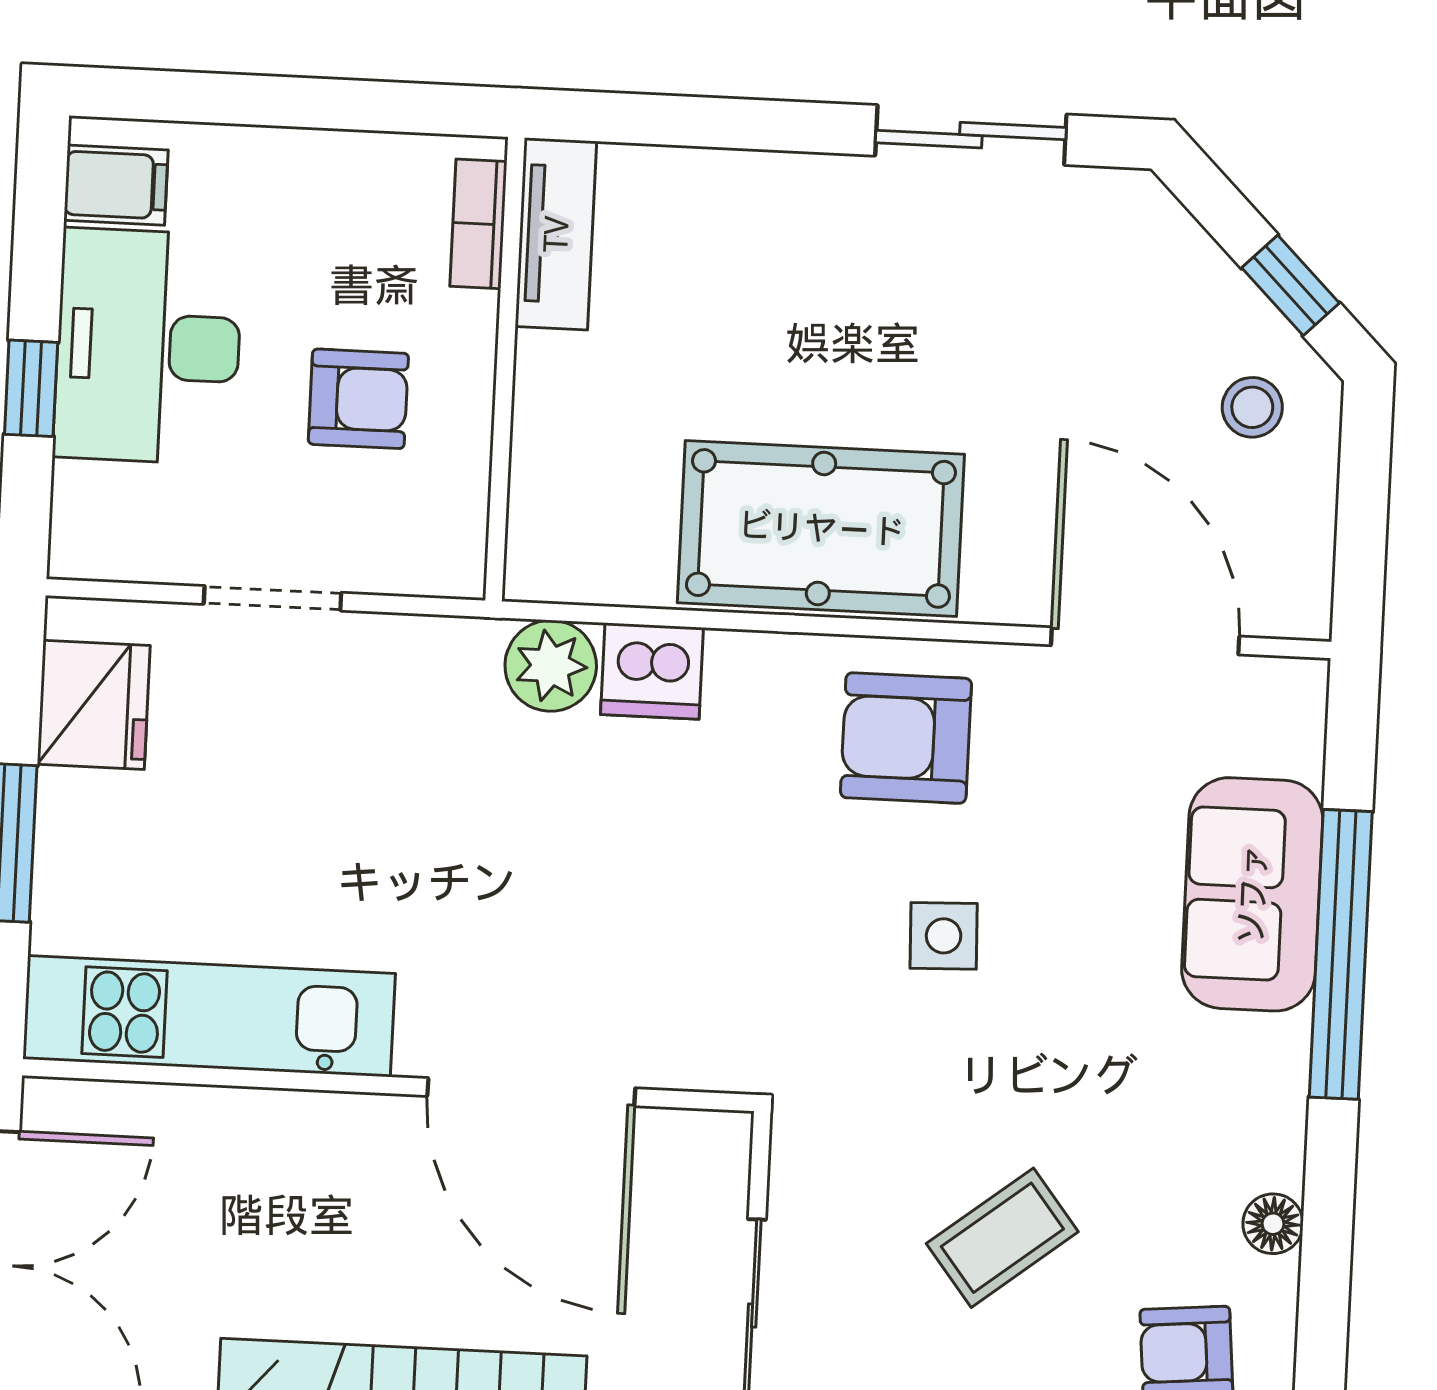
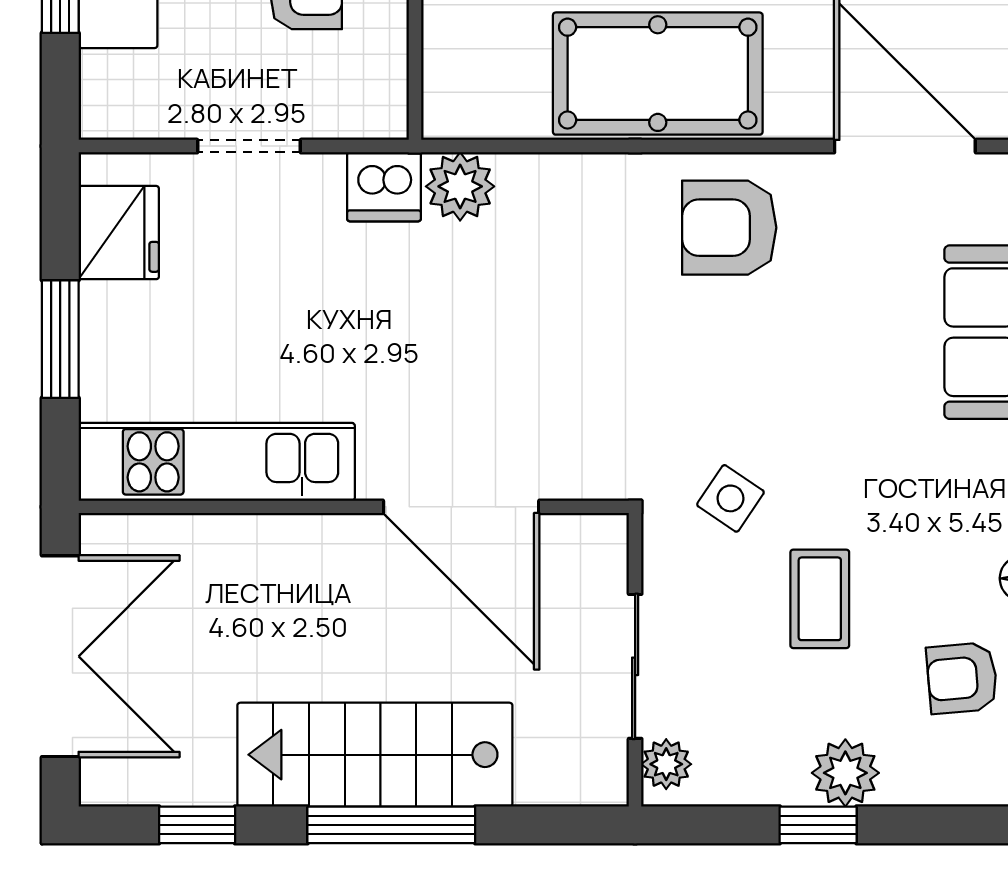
dishwasher: (652, 671) -> (384, 187), moved
side table: (944, 936) -> (730, 498), moved, turned 36
coffee table: (1002, 1238) -> (820, 599), turned -52

